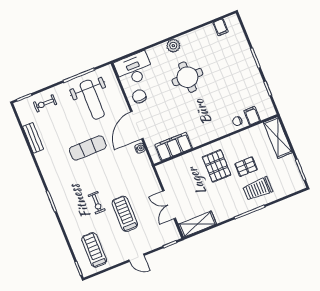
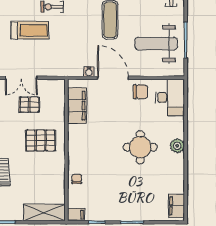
filing cabinet: (221, 27) -> (176, 206), width x2.00
filing cabinet: (252, 116) -> (76, 215), moved
pallet: (246, 167) -> (29, 105), moved, turned 90
double door: (169, 205) -> (21, 78), swing flipped

